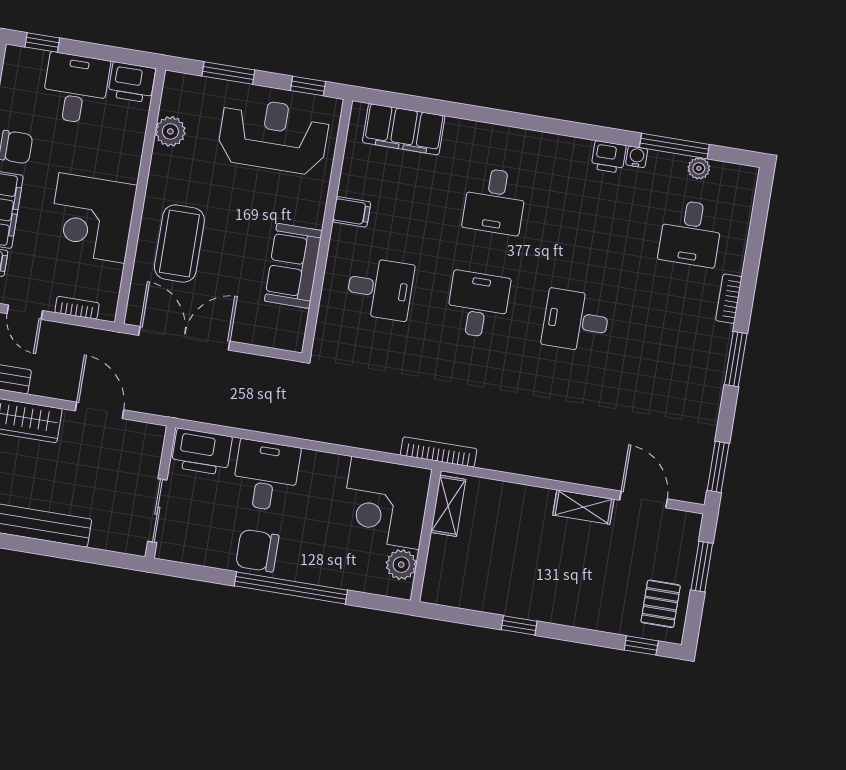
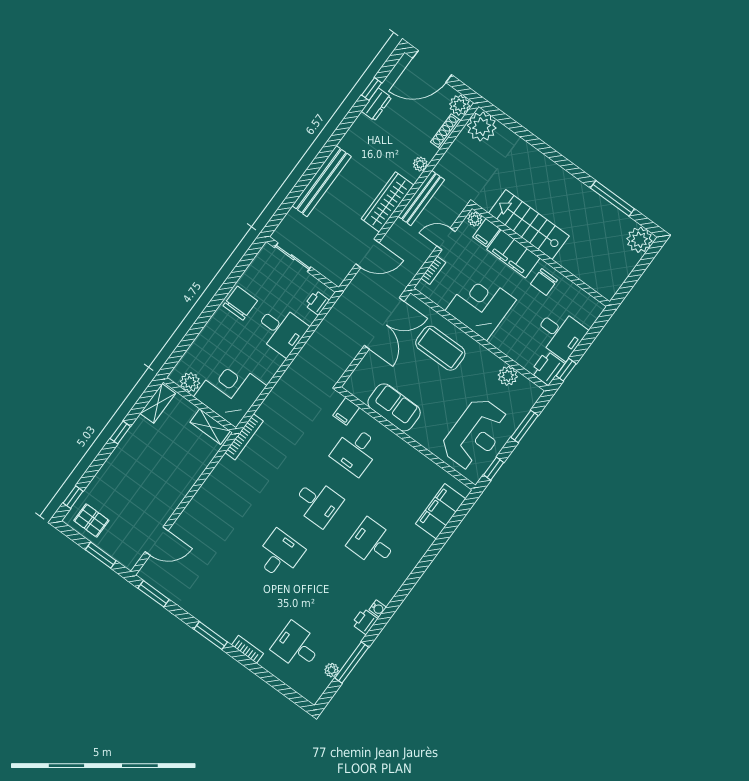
window: (42, 42) -> (566, 370), moved
water cooler: (637, 157) -> (378, 609), moved
filing cabinet: (352, 212) -> (346, 411), moved
printer: (202, 452) -> (317, 303), width x0.53, depth x0.68
shelving: (583, 507) -> (158, 403), moved
window: (291, 588) -> (209, 312), removed

